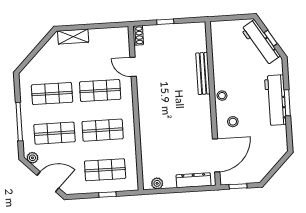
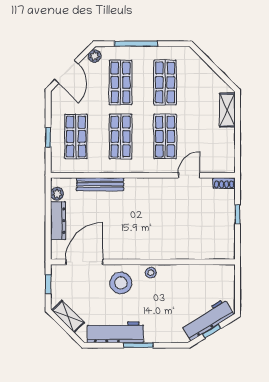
bench: (203, 73) -> (100, 184), moved
workbench: (276, 100) -> (115, 332), moved
stool: (233, 122) -> (121, 283), width x1.89, depth x1.89
door: (216, 155) -> (84, 262), swing flipped
shelving: (266, 167) -> (68, 316), added
dresser: (194, 180) -> (58, 221), moved

